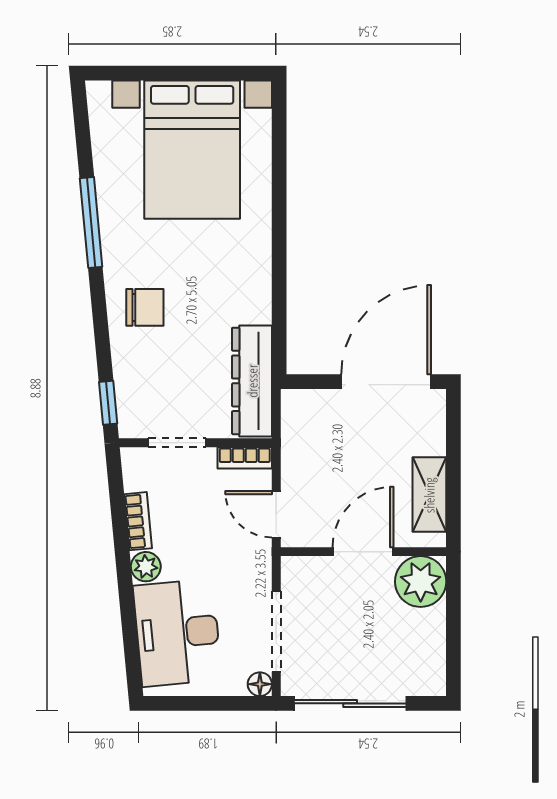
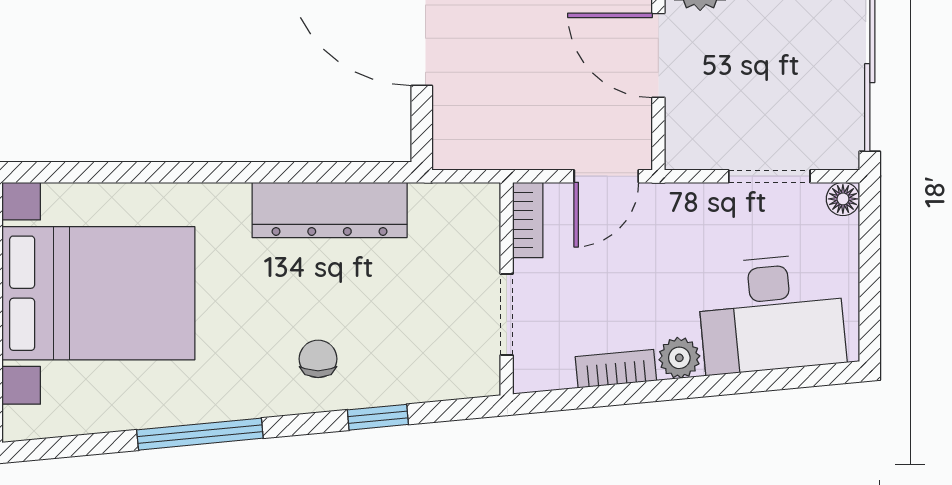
chair: (145, 307) -> (318, 359), width x0.73, depth x0.73
dresser: (252, 381) -> (330, 210), moved
window: (108, 403) -> (378, 417), moved
doorway: (276, 631) -> (769, 176), width x0.73

